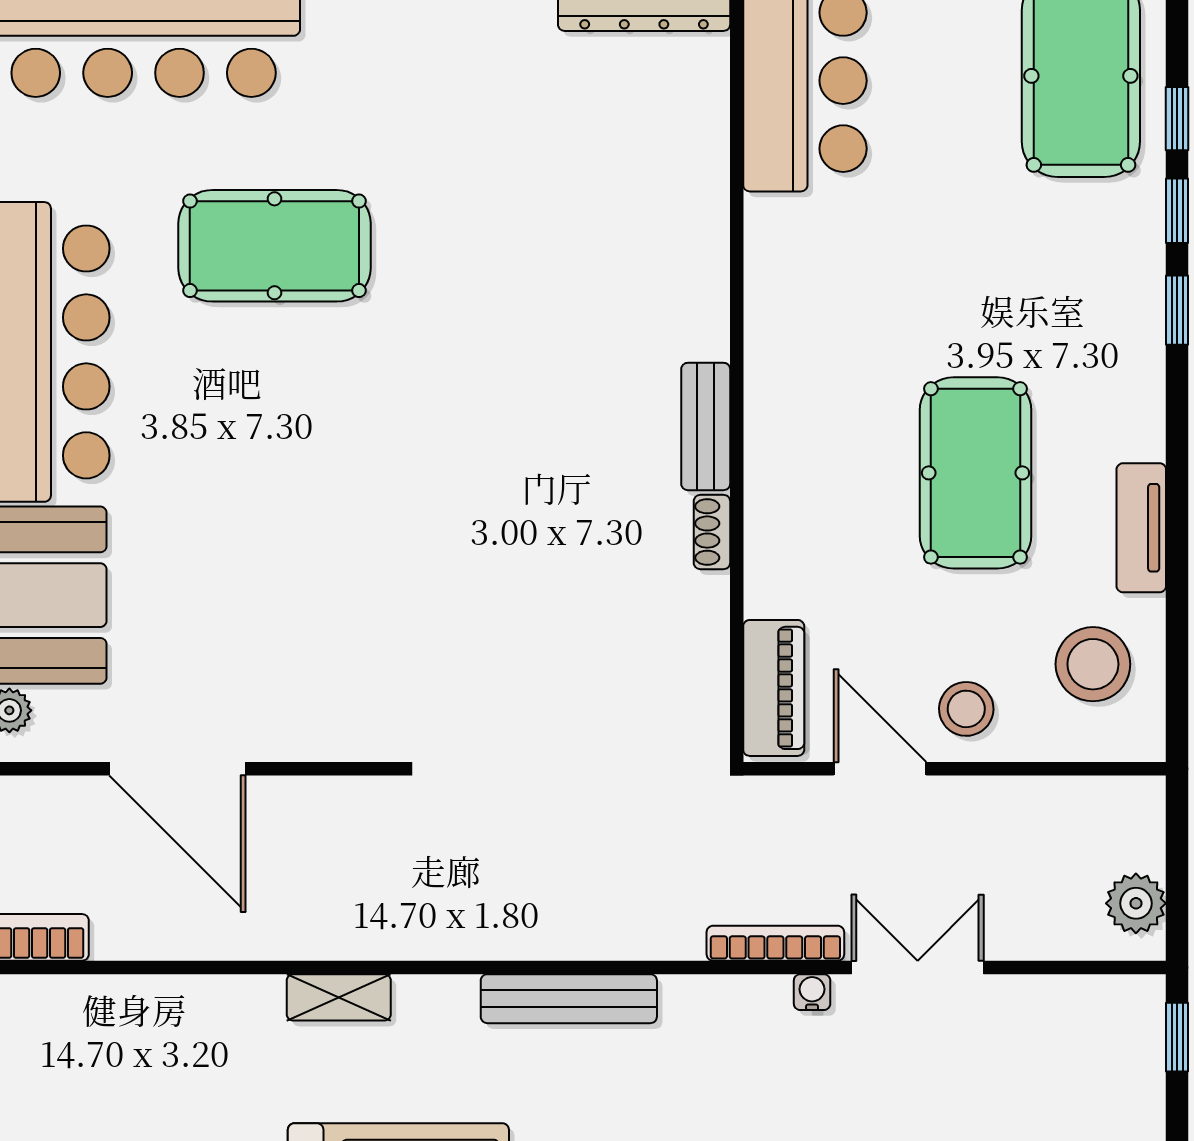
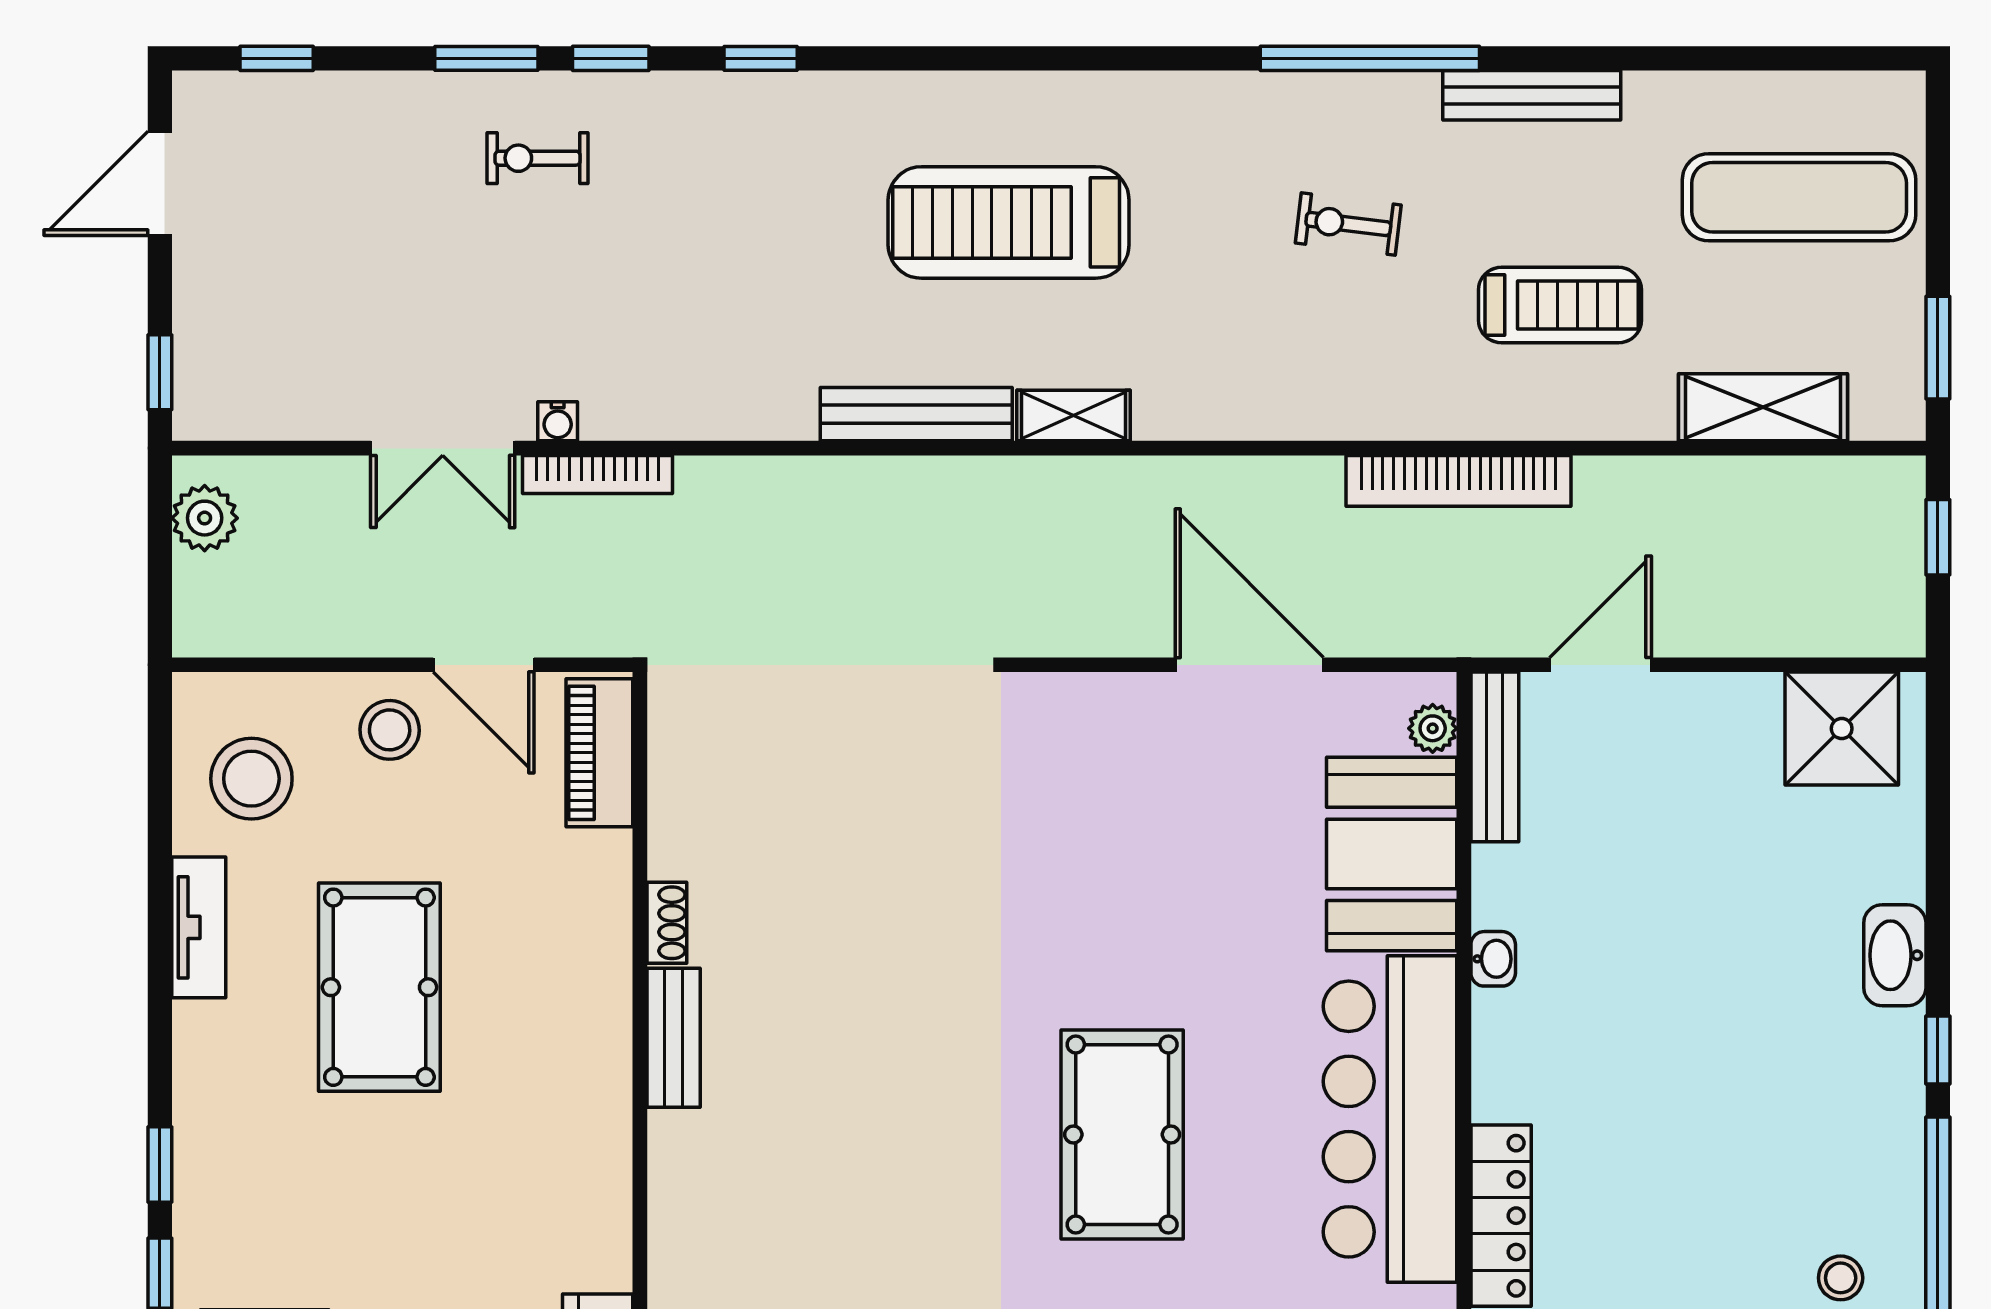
pool table: (274, 246) -> (1122, 1135), moved, turned 90
bench: (569, 999) -> (916, 414), moved

